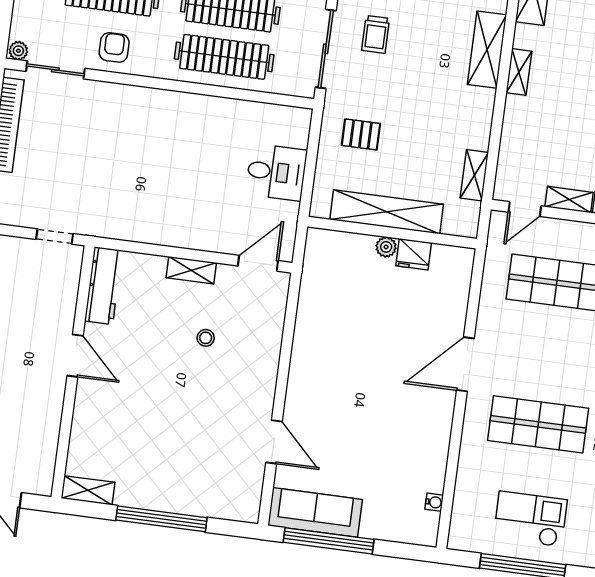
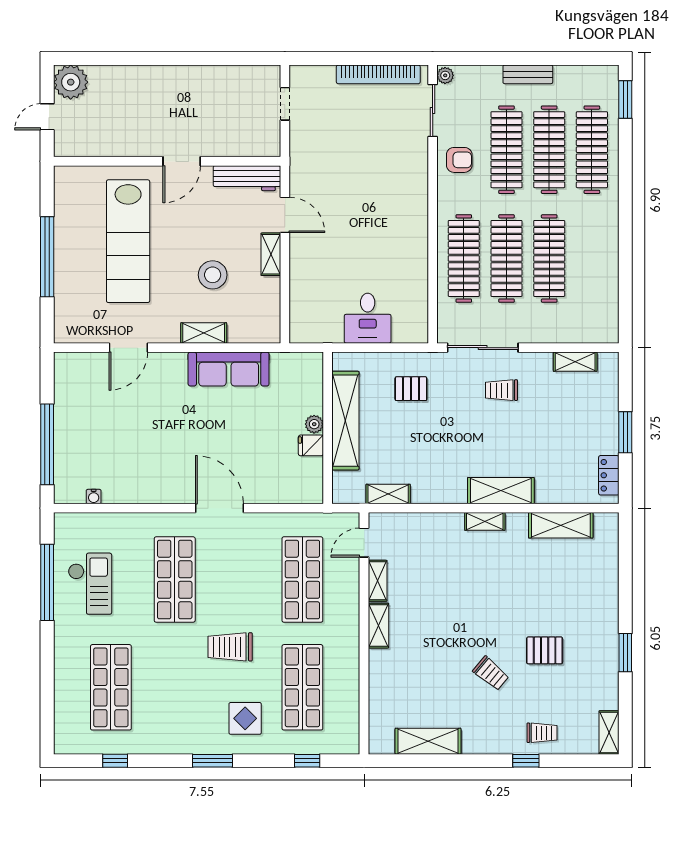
pallet: (361, 134) -> (411, 389), turned 90
door: (525, 209) -> (364, 543), hinge flipped
doorway: (55, 237) -> (285, 104), moved
fridge: (414, 254) -> (311, 445), width x0.72
door: (258, 263) -> (285, 215), moved
stool: (206, 338) -> (213, 275), width x1.89, depth x1.89
lab bench: (156, 427) -> (128, 241), added
shelving: (88, 490) -> (204, 333), moved, turned 90
sofa: (315, 512) -> (229, 369), moved, turned 90
window: (329, 541) -> (47, 444), moved

